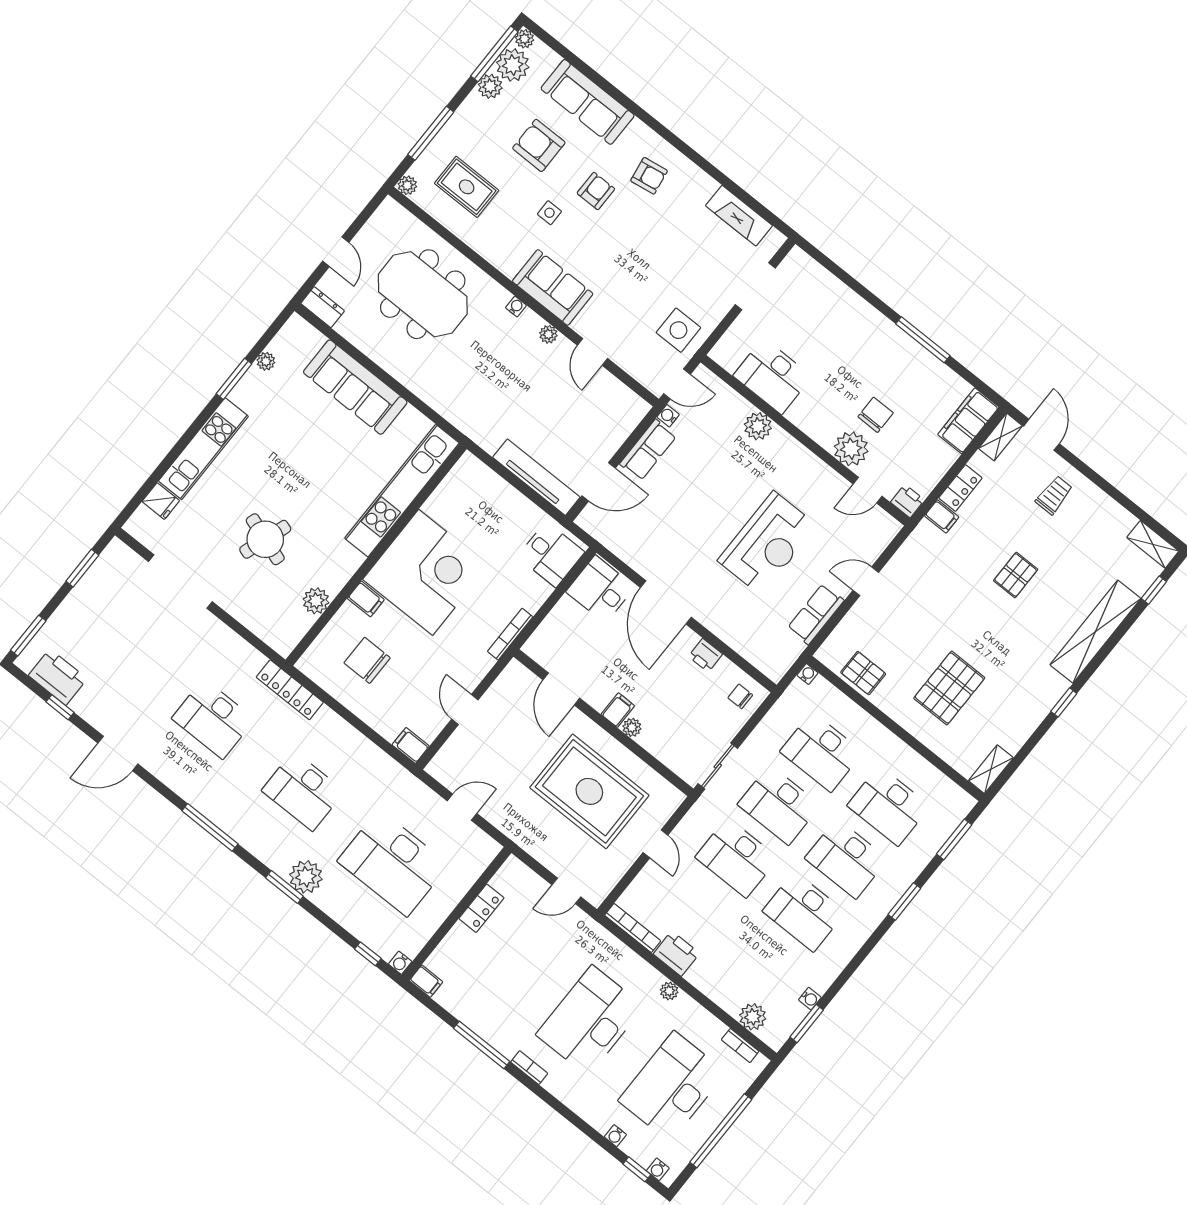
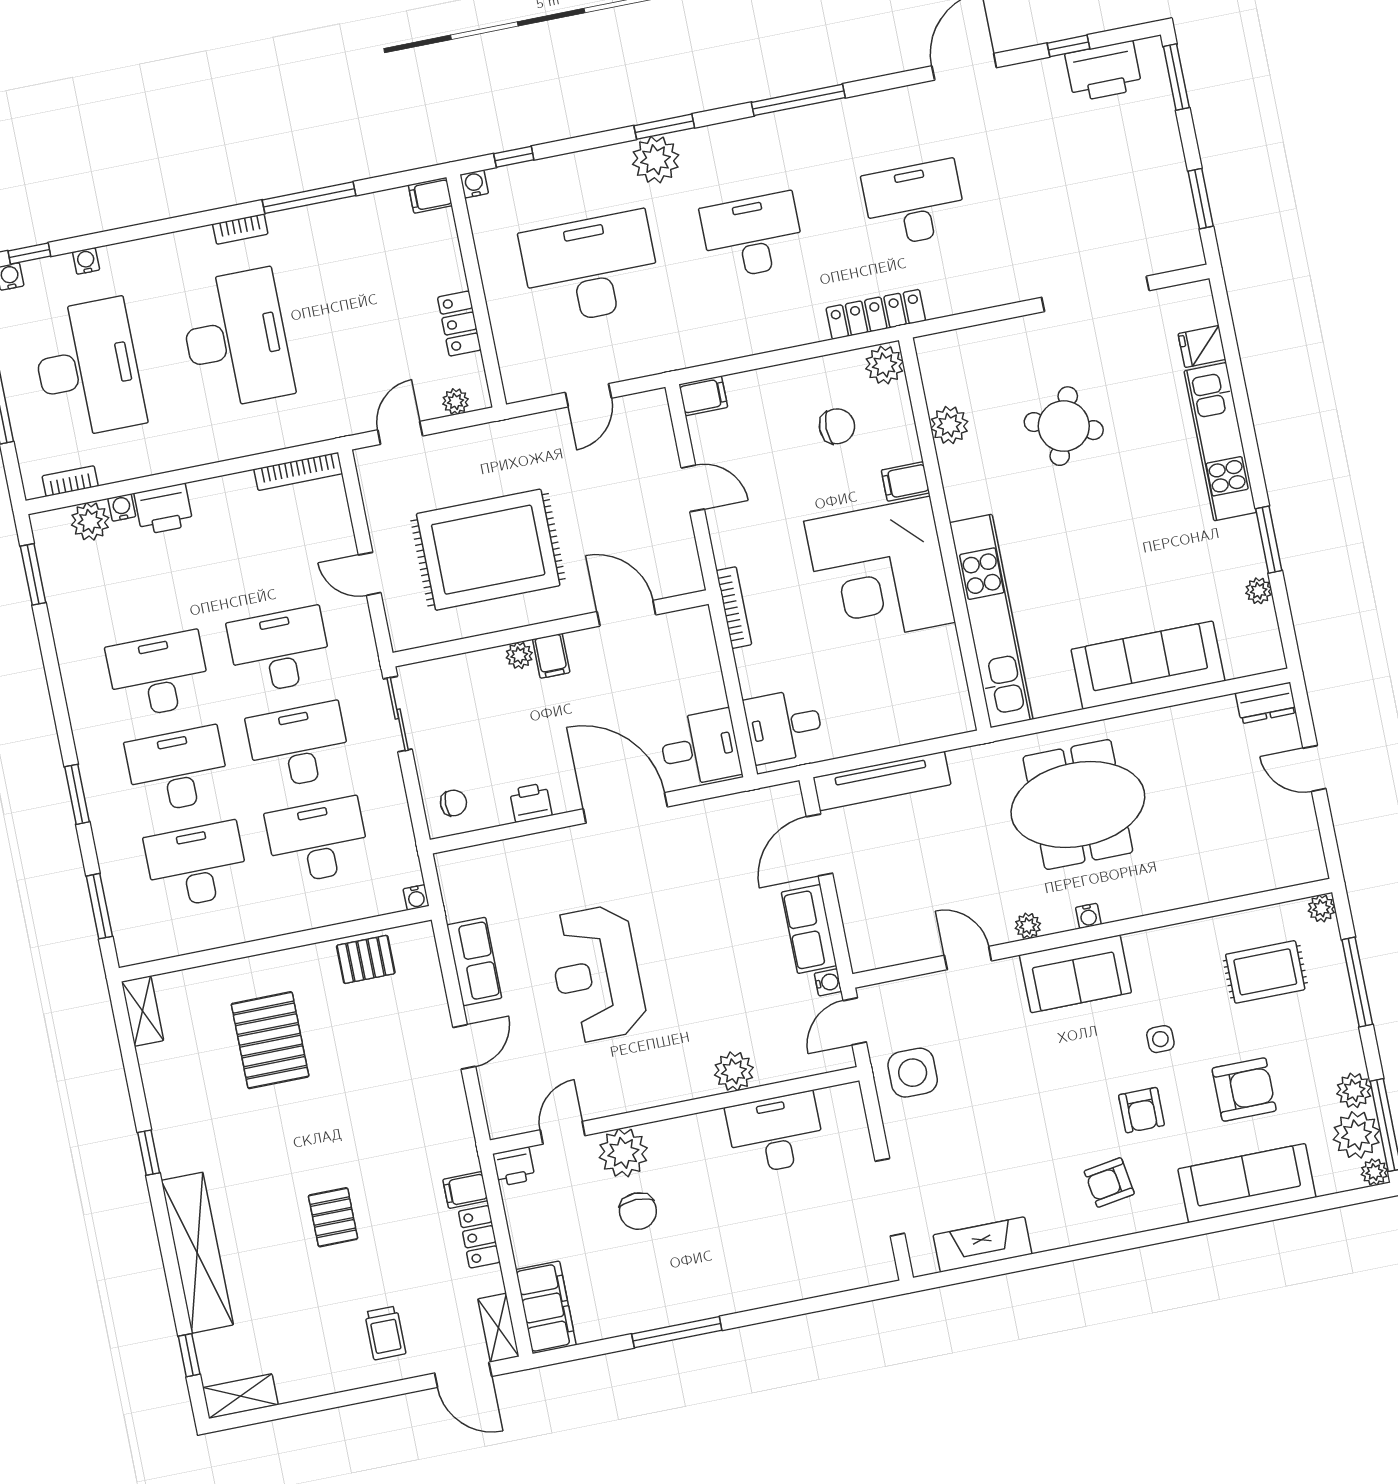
meeting table: (423, 294) -> (1078, 805), moved
chair: (367, 660) -> (837, 426), width x0.73, depth x0.73
plant: (313, 662) -> (884, 365), added
printer: (676, 954) -> (164, 509), moved
plant: (669, 991) -> (456, 401), moved
water cooler: (810, 999) -> (122, 508), moved, turned 90

